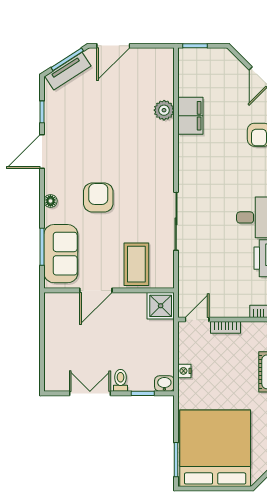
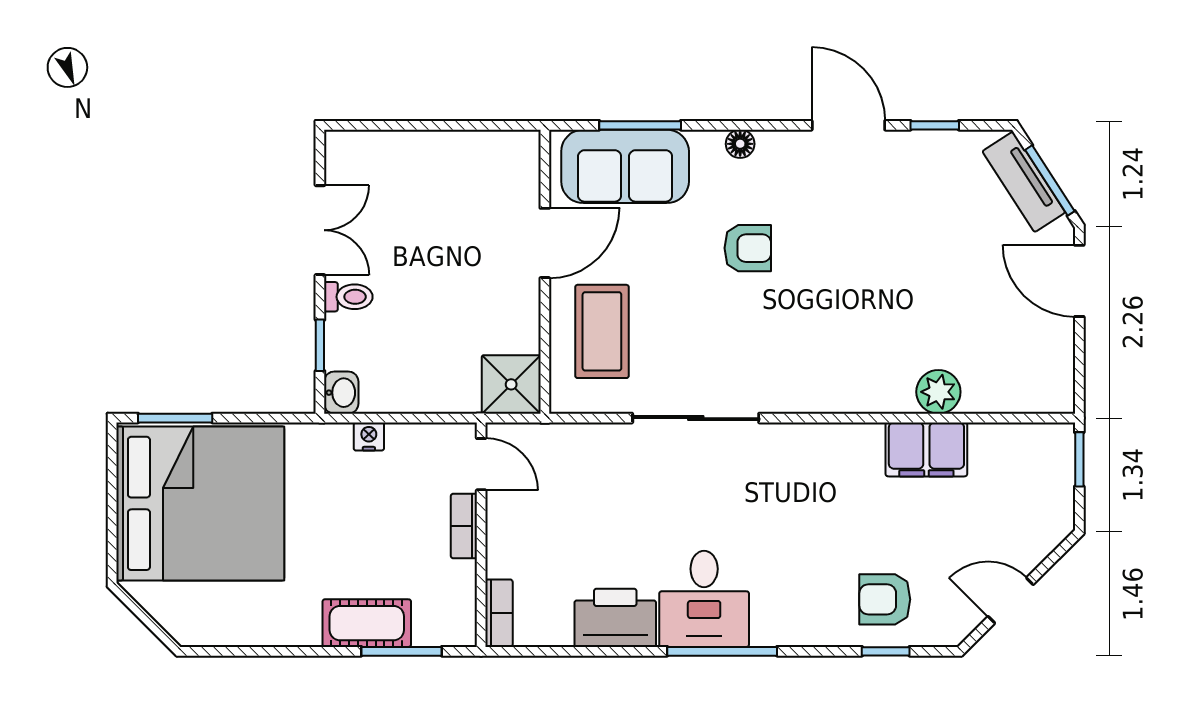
armchair: (98, 198) -> (748, 248), width x0.72, depth x0.72
coffee table: (136, 264) -> (602, 331), turned 90
door: (96, 290) -> (545, 243), swing flipped

